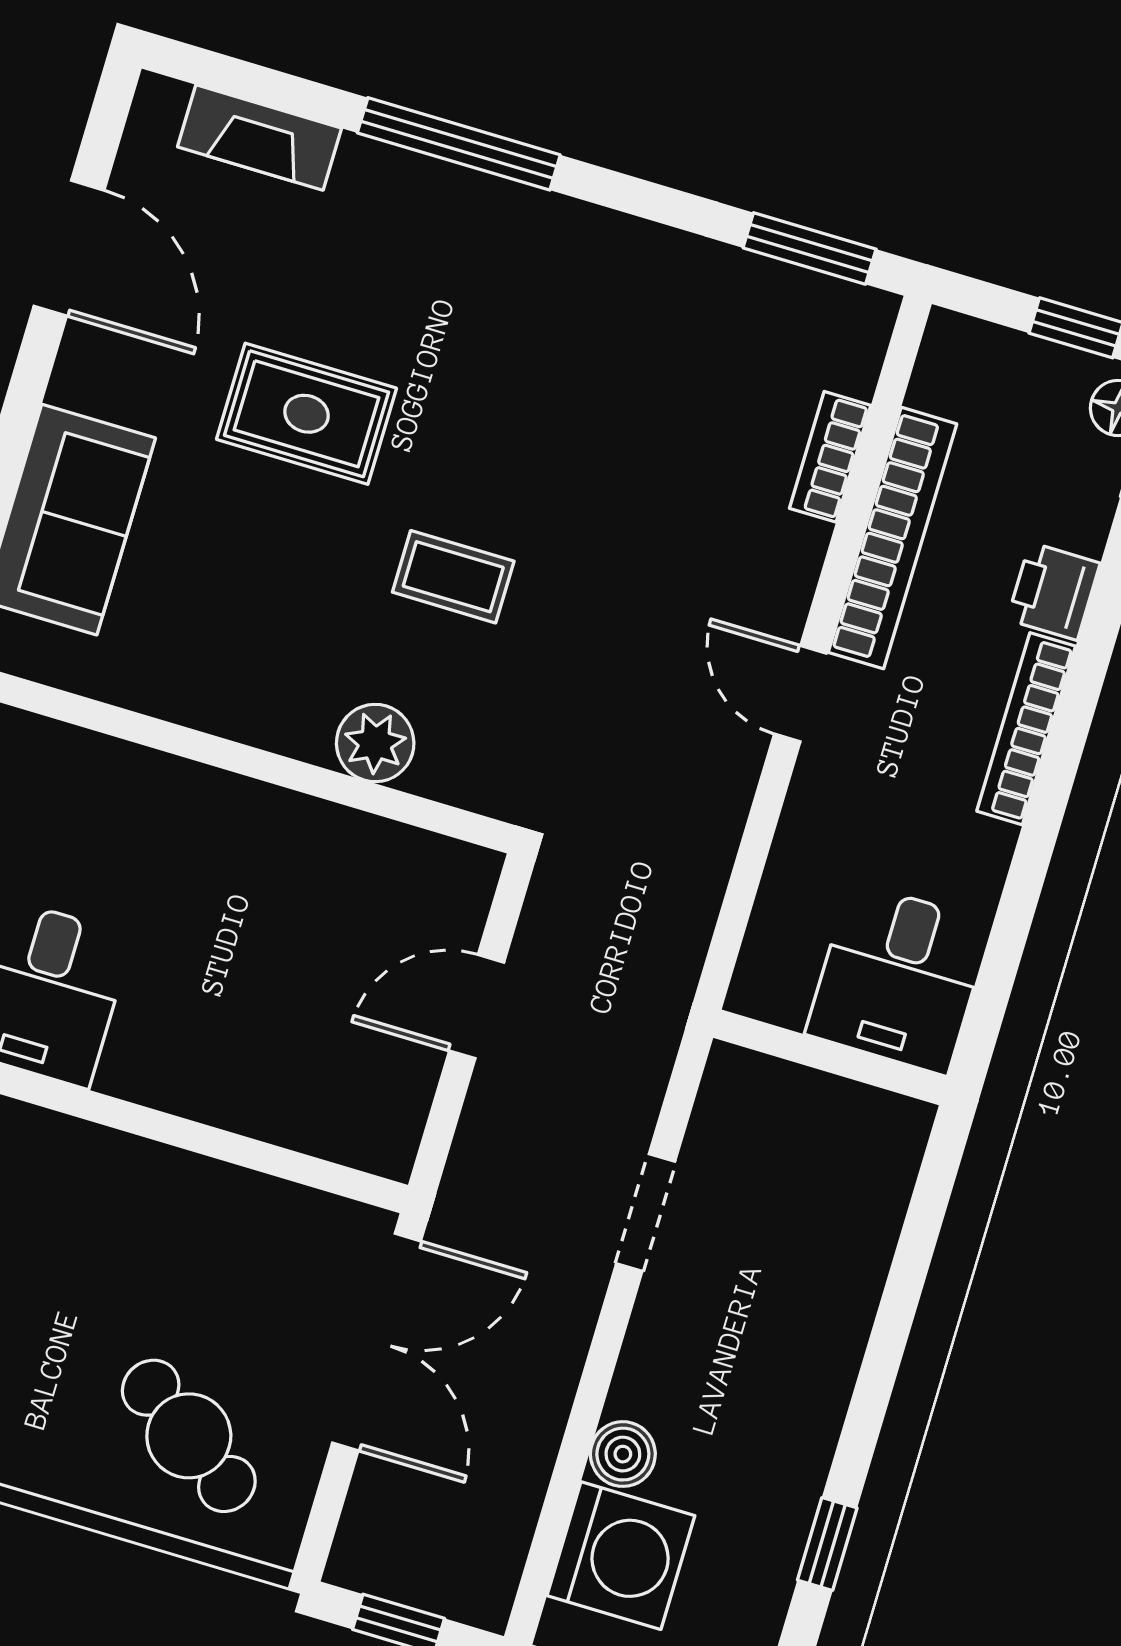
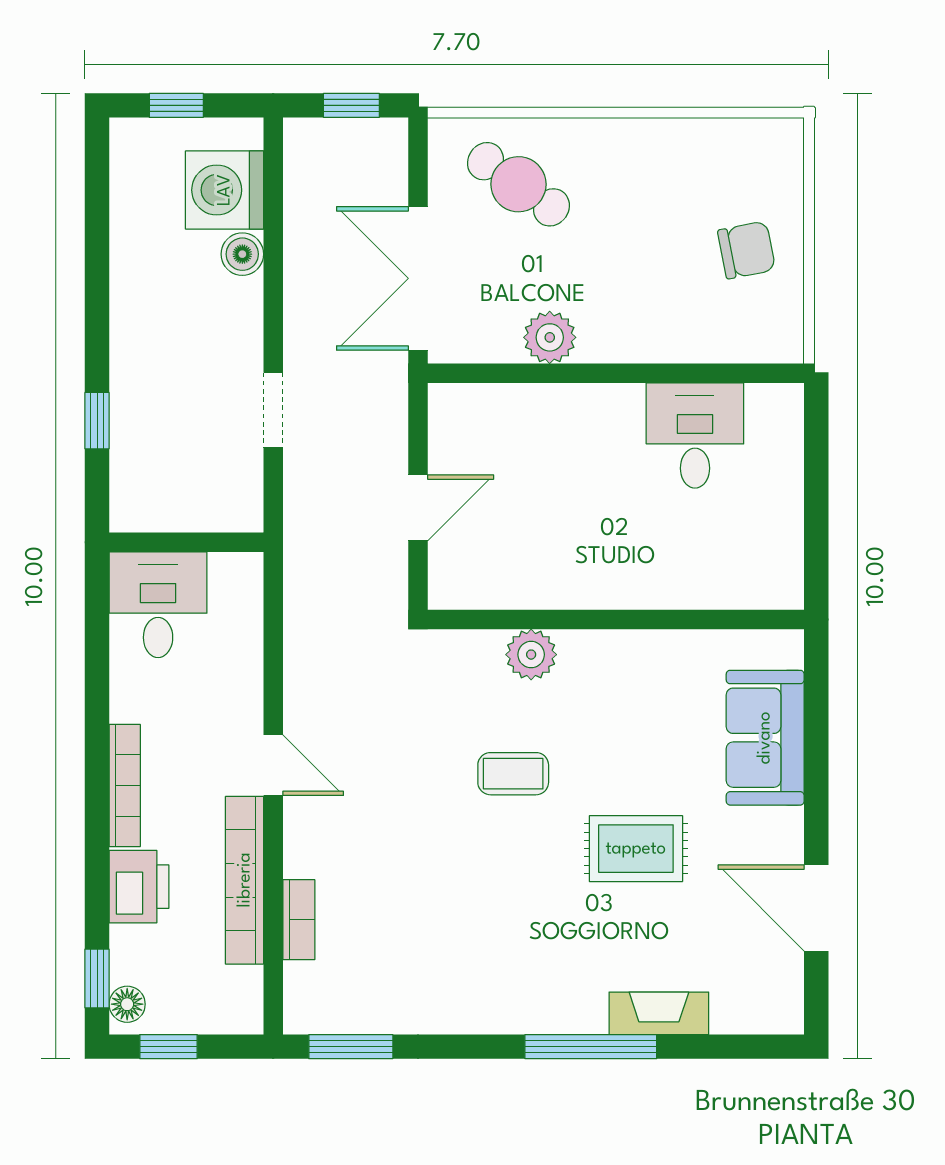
fireplace: (259, 138) -> (659, 1013), moved
printer: (1054, 591) -> (139, 887), width x1.36, depth x1.24
plant: (210, 1198) -> (550, 337), added
window: (827, 1544) -> (97, 421), moved

